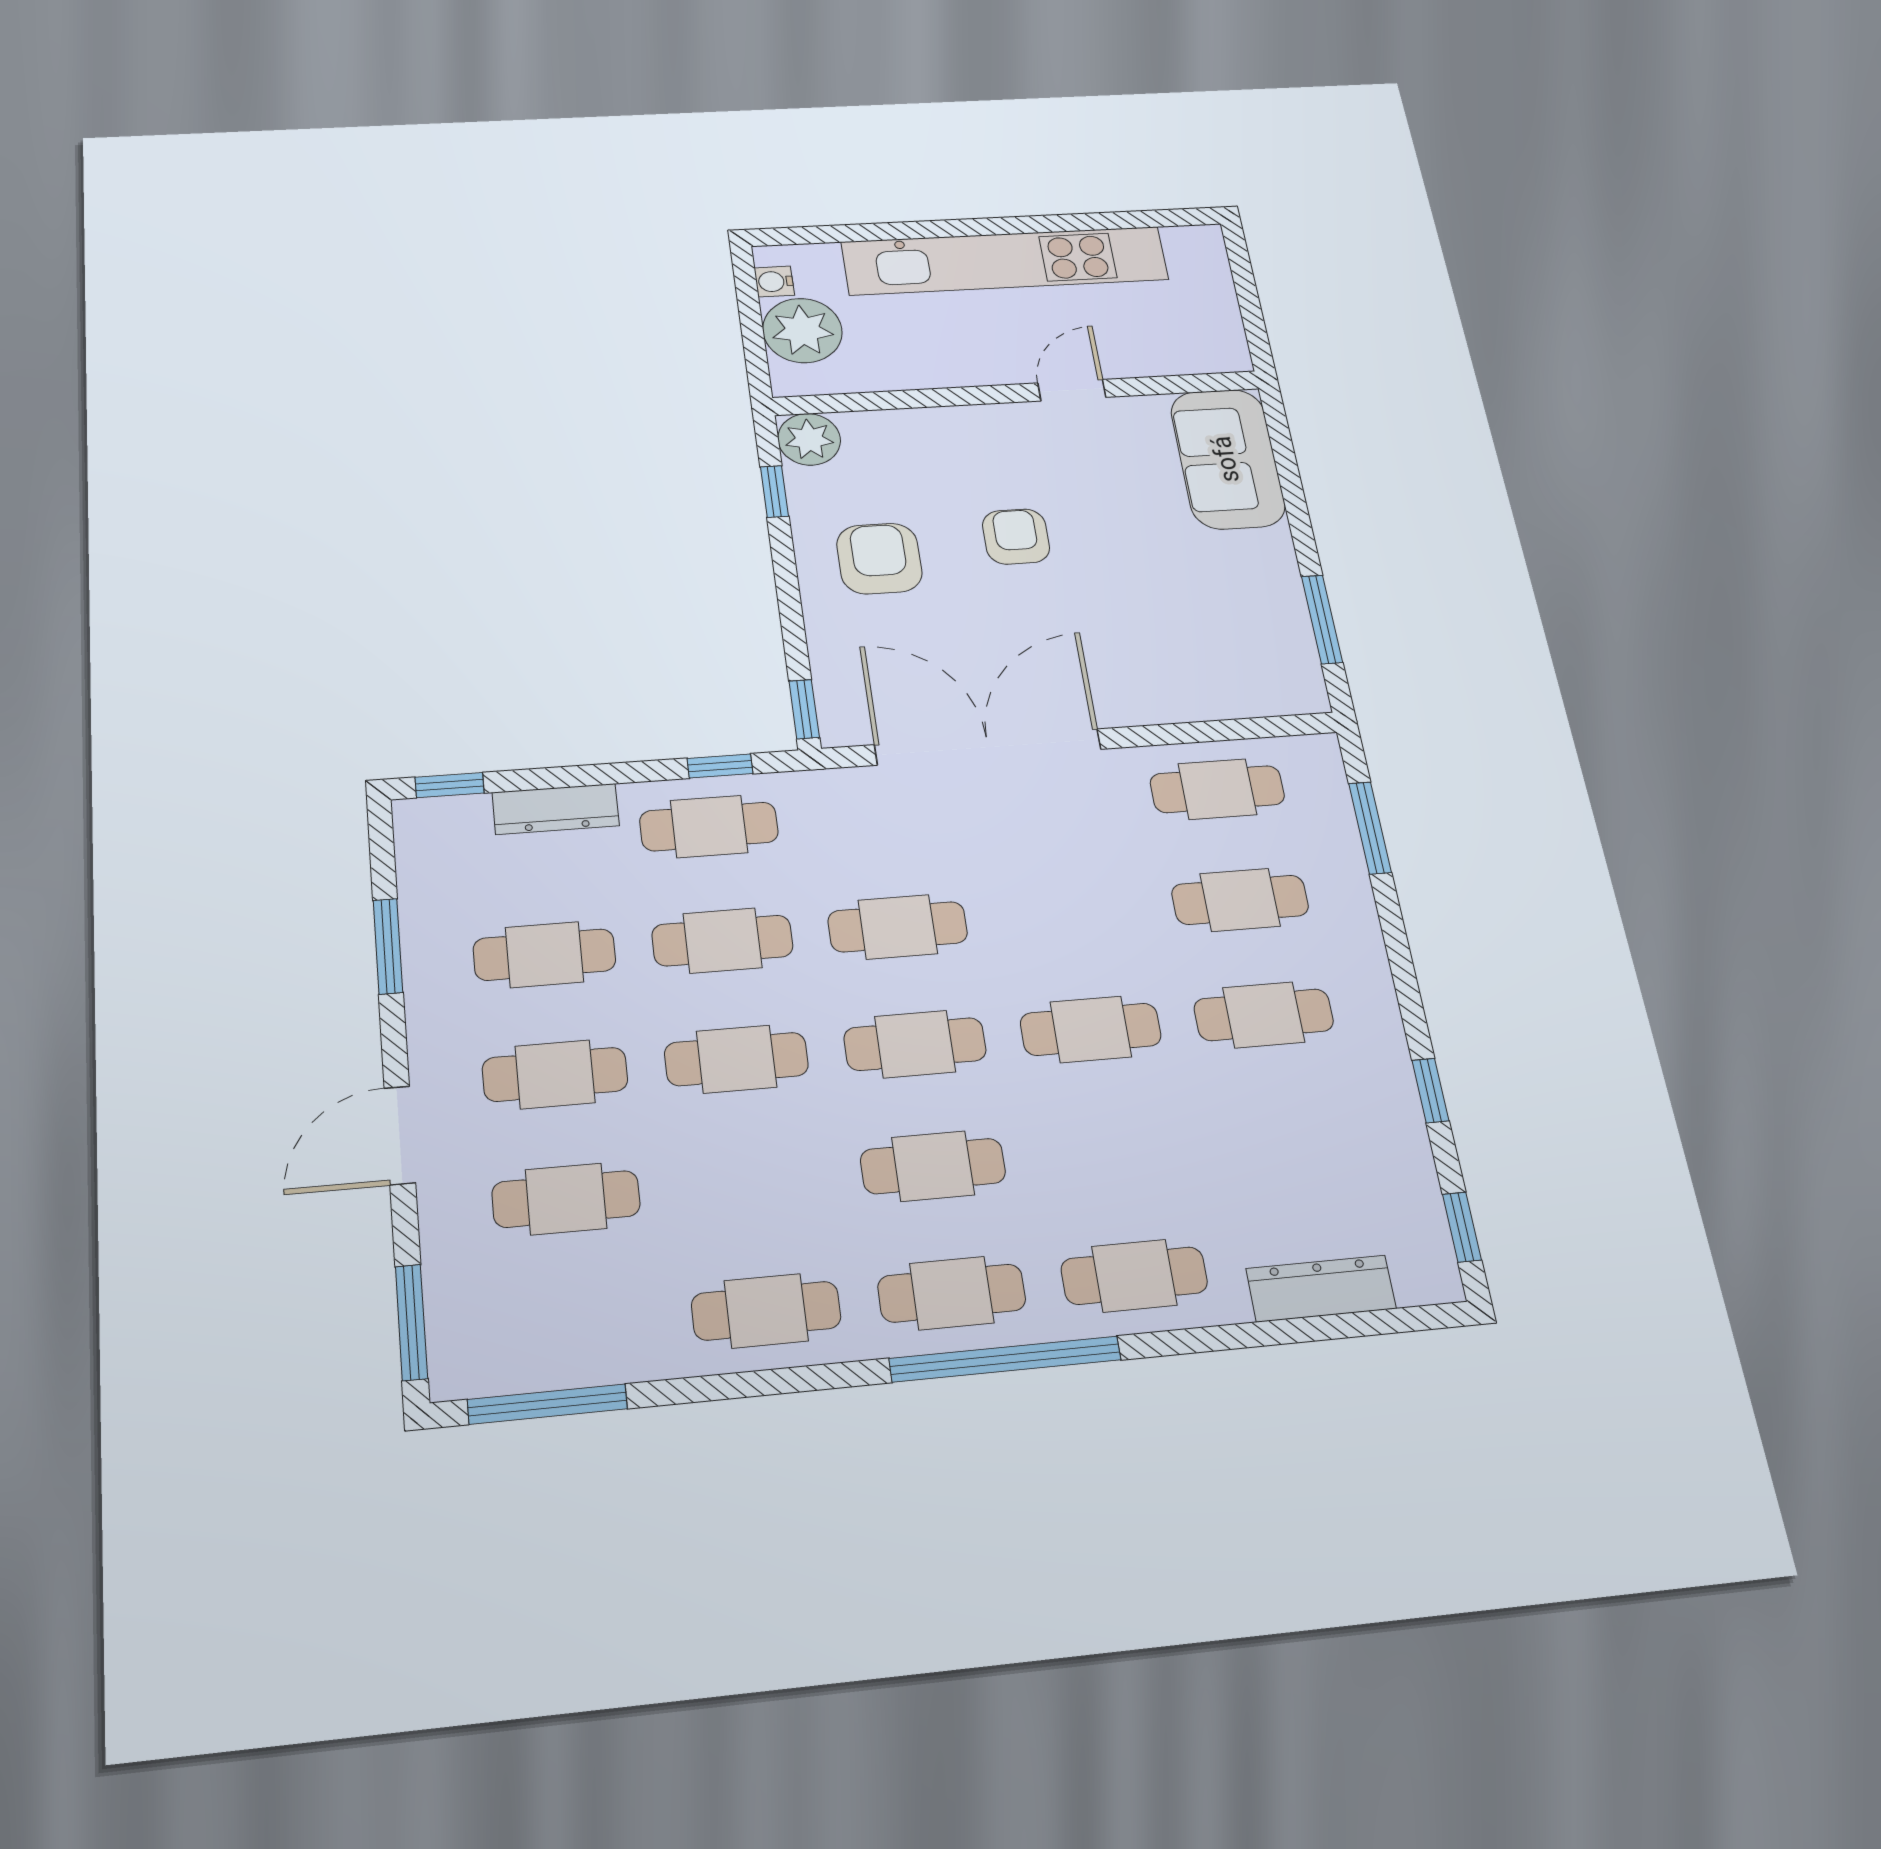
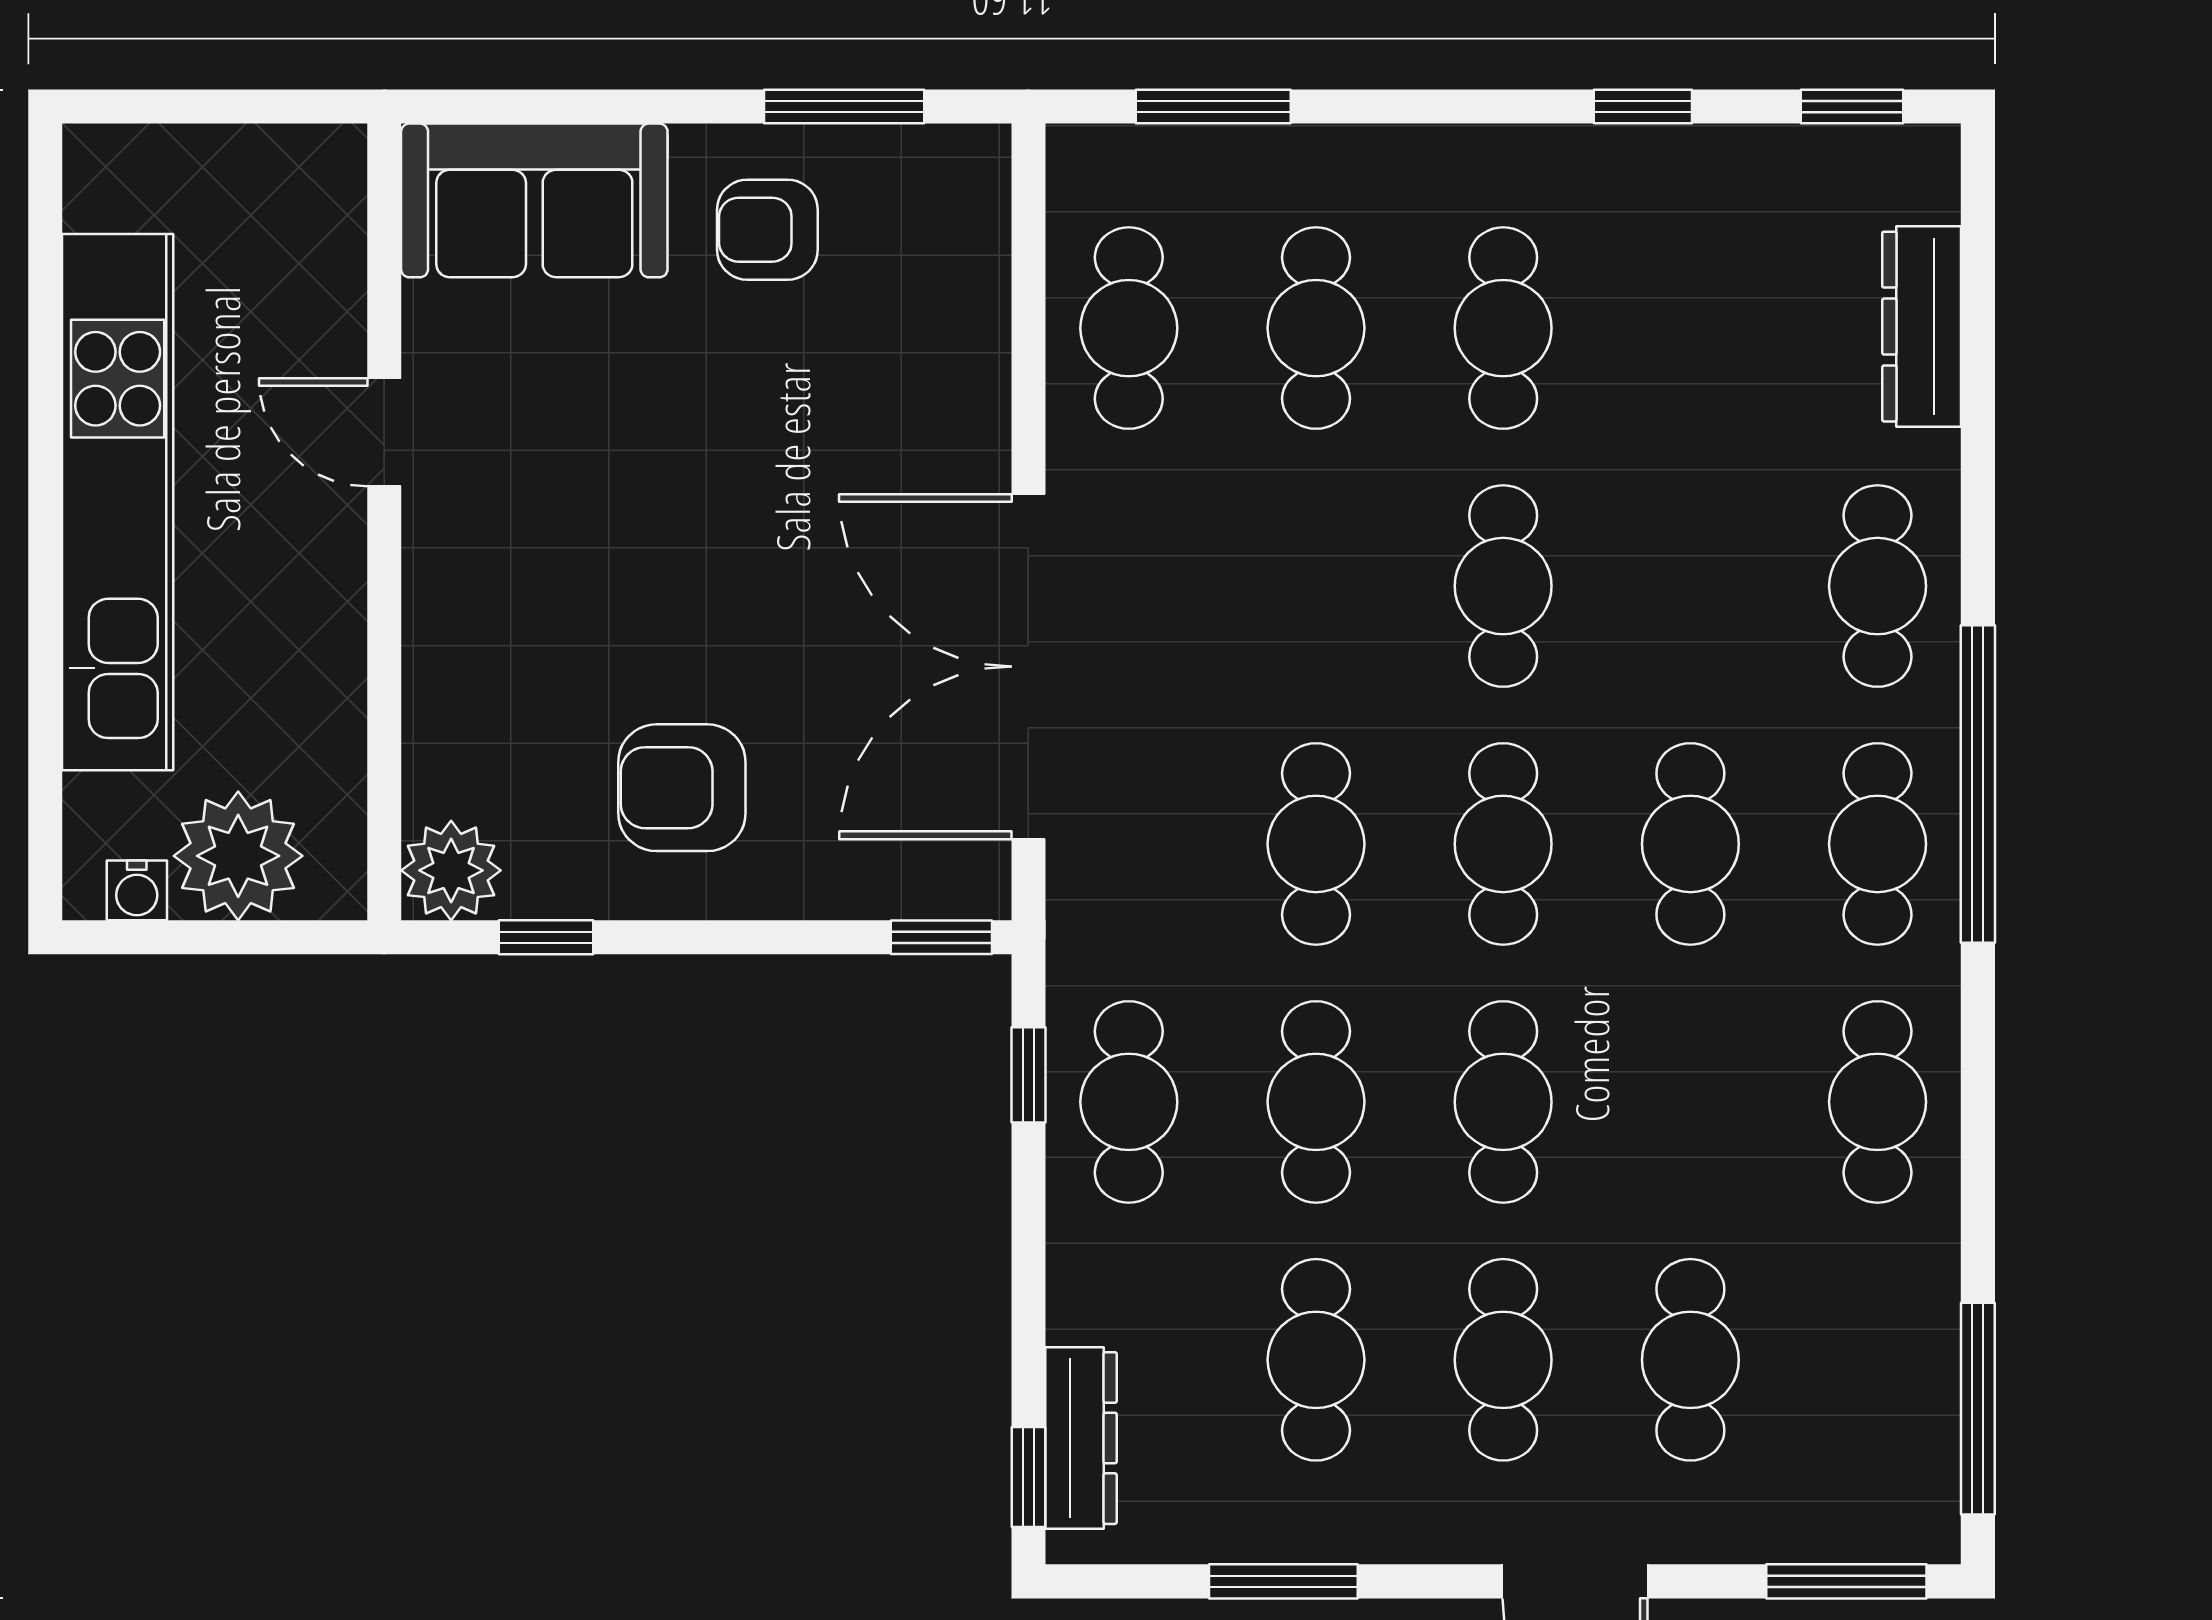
armchair: (1016, 537) -> (767, 230), moved
dresser: (556, 809) -> (1081, 1438), moved

